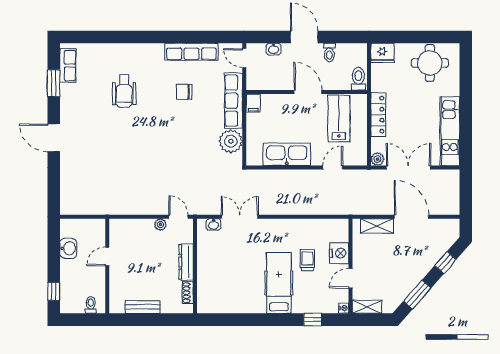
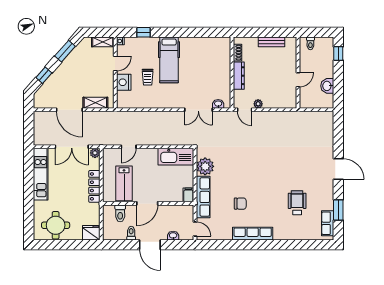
row of seats: (191, 52) -> (253, 234), moved
toilet: (358, 79) -> (120, 213), moved
wheelchair: (124, 91) -> (297, 203), moved
door: (308, 92) -> (147, 203), hinge flipped
kitchen sink: (287, 154) -> (176, 157), moved

